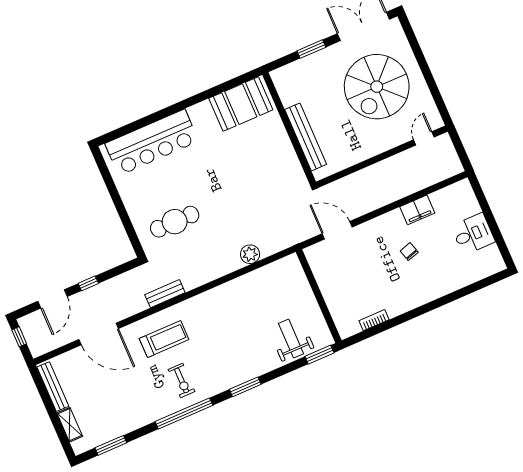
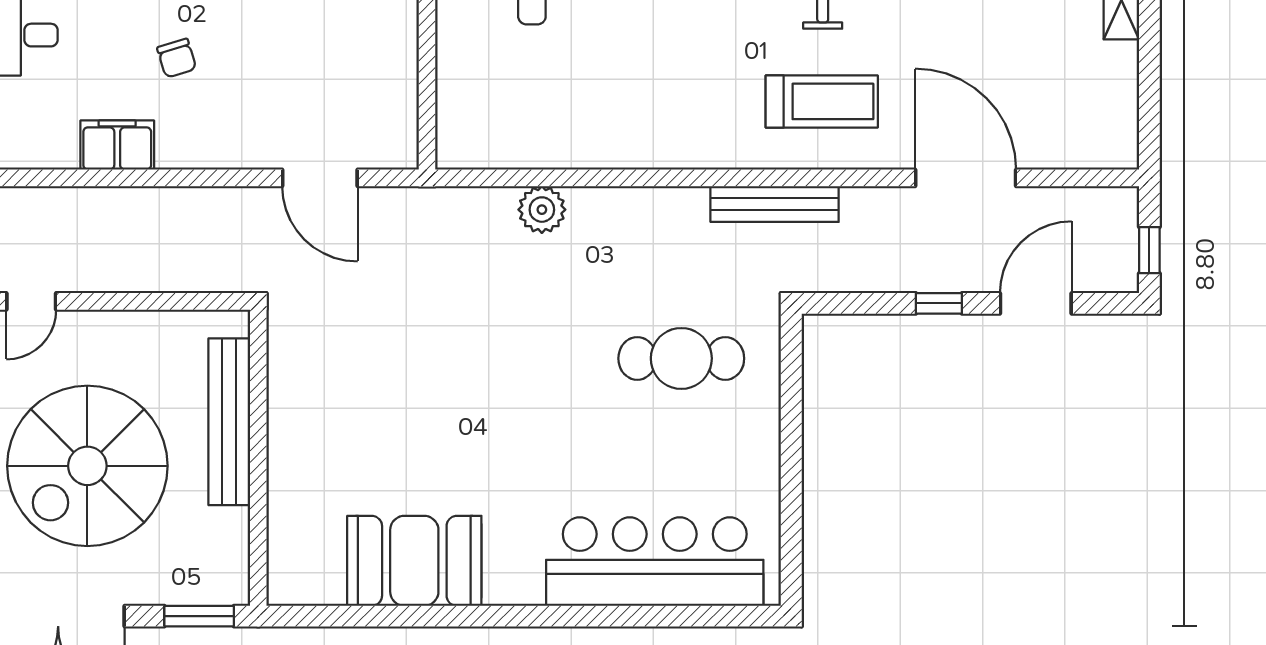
spiral stairs: (377, 87) -> (87, 466), turned 180
wall: (289, 128) -> (258, 458), moved
bench: (306, 137) -> (229, 422), moved
bench: (165, 294) -> (775, 204), width x1.36
treadmill: (164, 339) -> (822, 101), turned 180
bench: (53, 387) -> (1122, 103), removed

